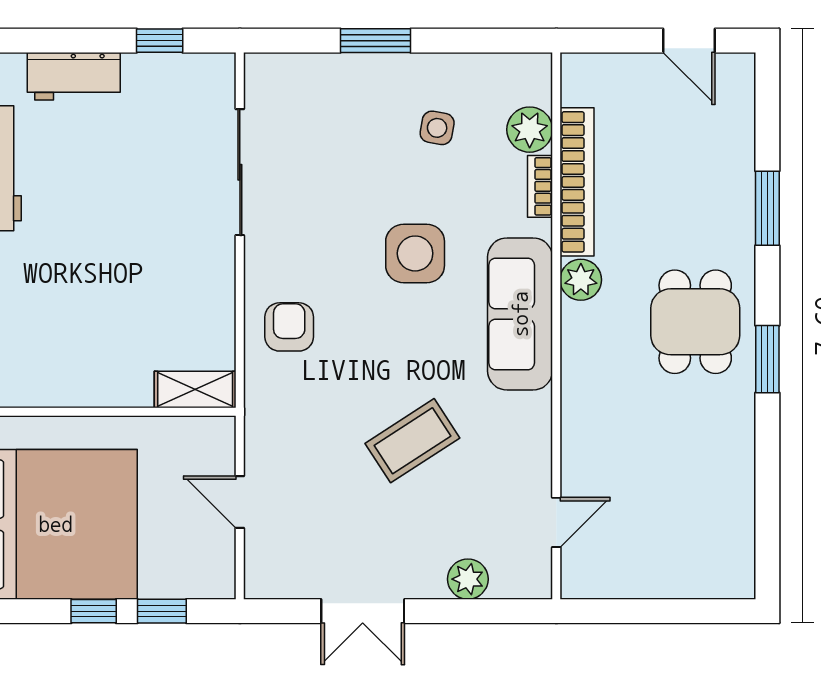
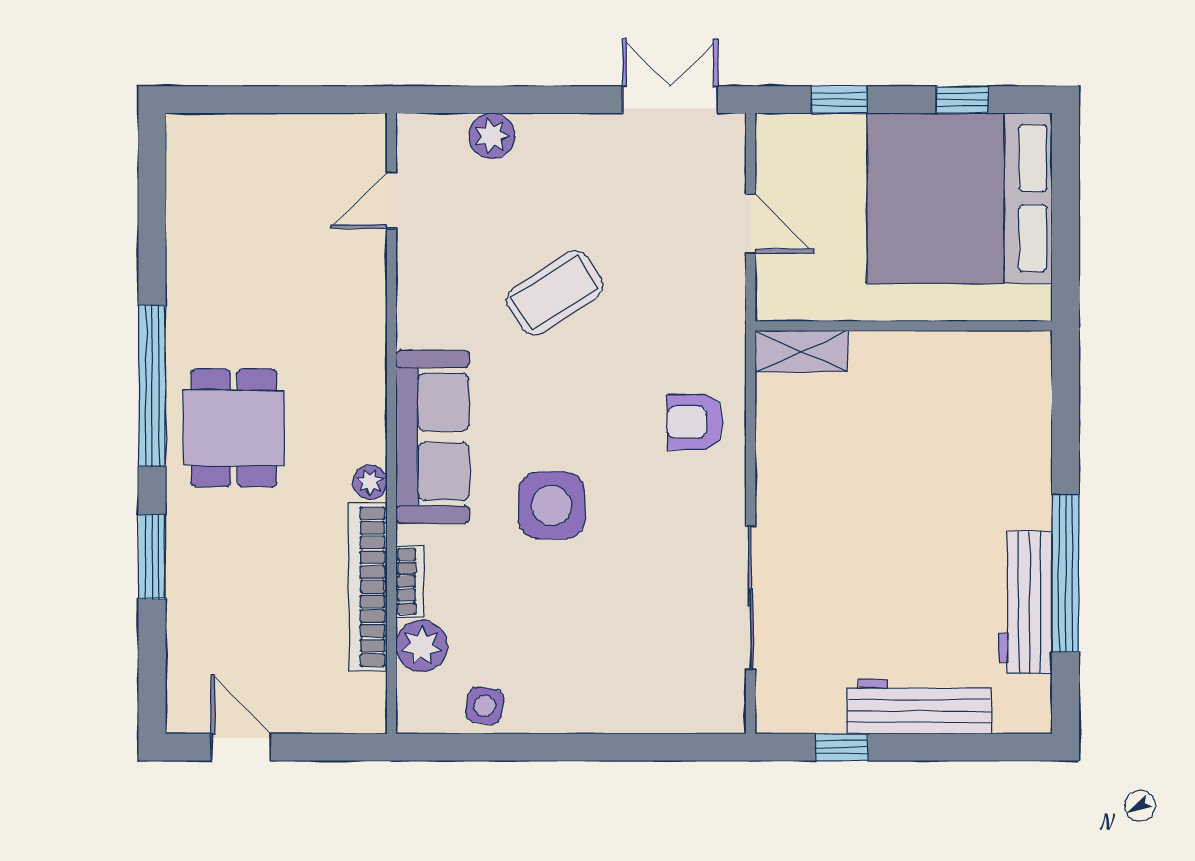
window: (376, 41) -> (597, 747), removed
workbench: (74, 76) -> (919, 707), width x1.38
side table: (437, 128) -> (485, 705), moved
plant: (581, 280) -> (370, 482), width x0.73, depth x0.73
armchair: (289, 327) -> (695, 422), turned 90
window: (767, 359) -> (152, 386), width x2.11
window: (94, 611) -> (962, 100), moved
double door: (363, 611) -> (670, 100), moved

